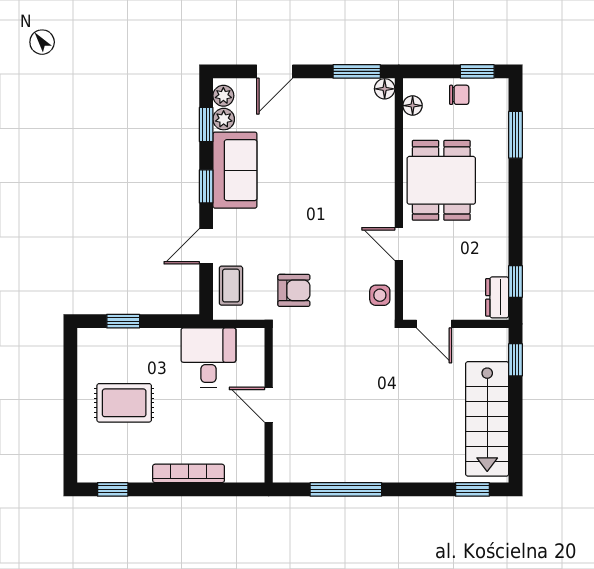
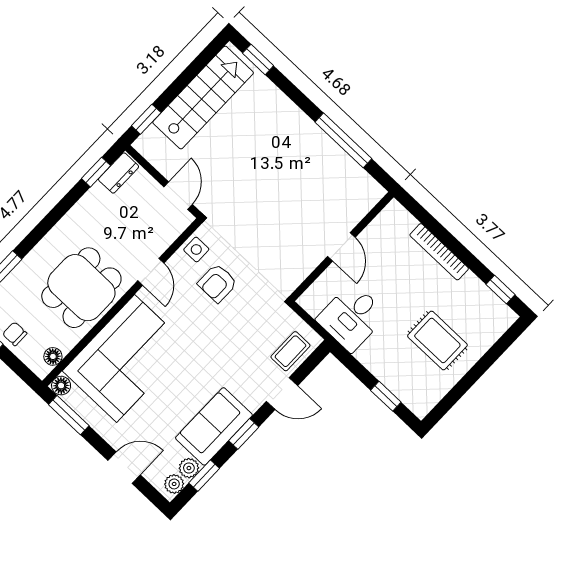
corner sofa: (354, 158) -> (126, 358), added
armchair: (294, 290) -> (217, 283), moved, turned -90

